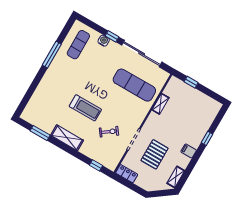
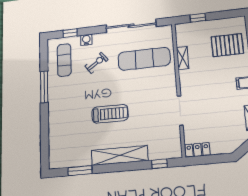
window: (112, 36) -> (70, 33), moved
exercise bike: (109, 132) -> (96, 63), moved
shelving: (67, 138) -> (120, 155), width x1.47
pallet: (155, 154) -> (227, 45), moved, turned 90

